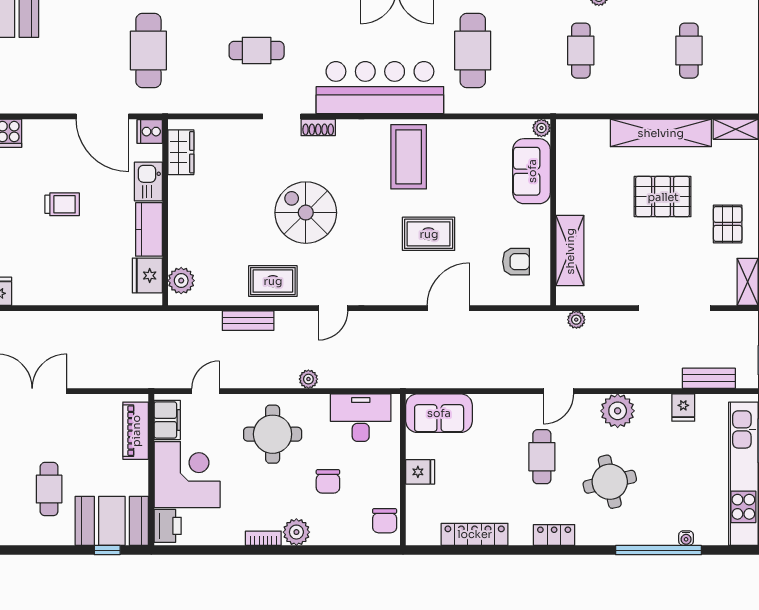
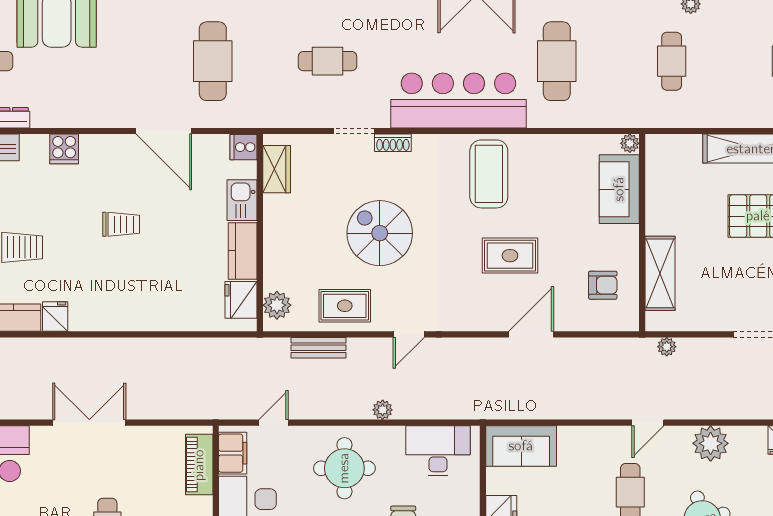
cooker: (150, 132) -> (244, 147), moved
wardrobe: (181, 152) -> (277, 169), moved
kitchen sink: (148, 181) -> (242, 200), moved
wall: (165, 212) -> (260, 233), moved
kitchen counter: (149, 229) -> (243, 251), moved
fridge: (147, 276) -> (241, 300), moved
plant: (181, 281) -> (277, 305), moved

